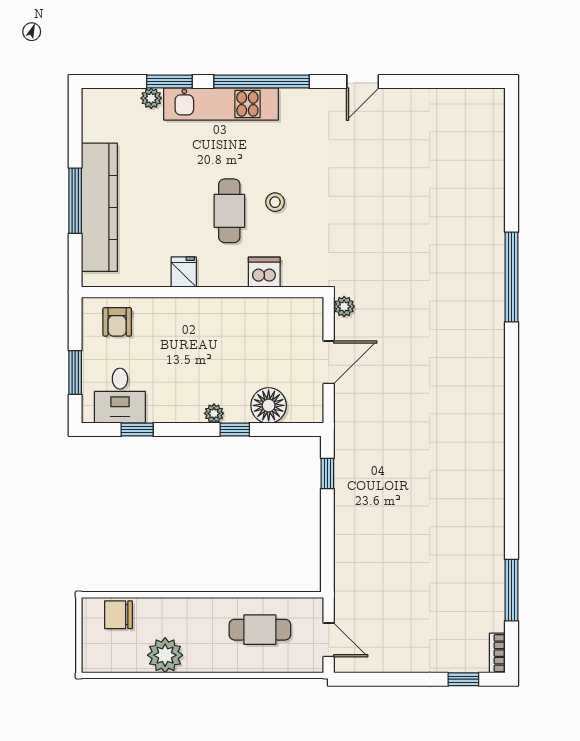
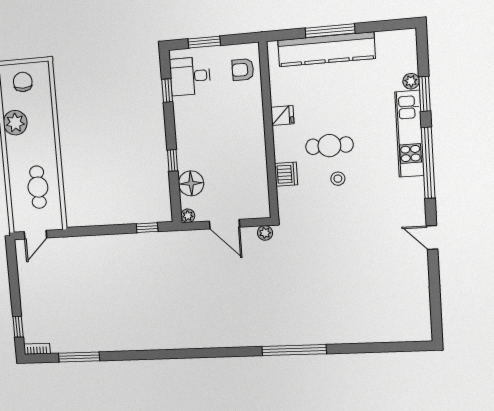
plant: (214, 413) -> (188, 216), moved
chair: (118, 615) -> (23, 82), moved

